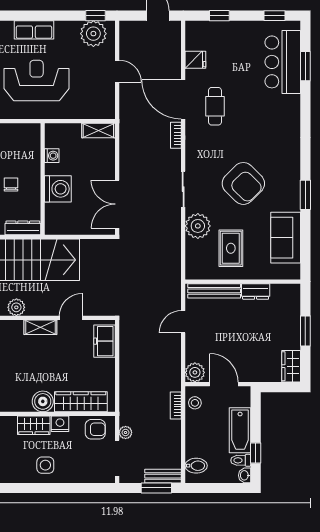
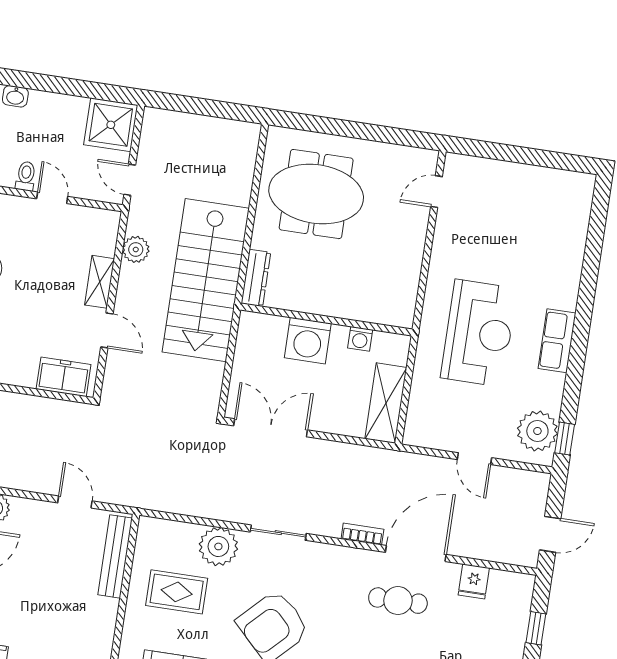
door: (117, 71) -> (474, 459), hinge flipped
shelving: (98, 131) -> (386, 403), width x1.50, depth x1.33
chair: (11, 185) -> (325, 270), removed
dresser: (256, 291) -> (105, 620), removed

